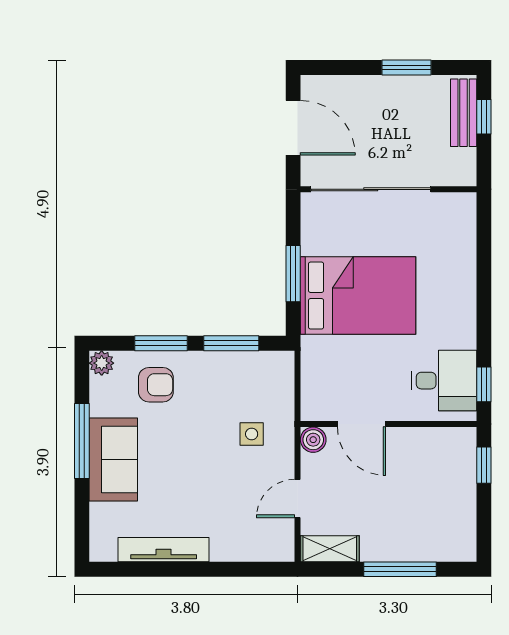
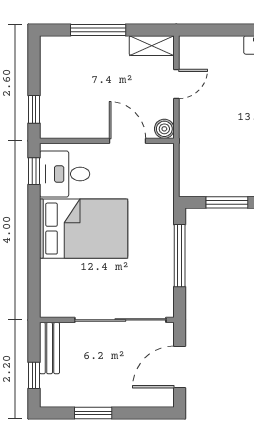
bench: (464, 113) -> (50, 348), moved
door: (293, 128) -> (180, 367), hinge flipped
window: (293, 274) -> (180, 256), width x1.44
bed: (358, 296) -> (84, 229), moved, turned 180
side table: (252, 434) -> (211, 133), removed

